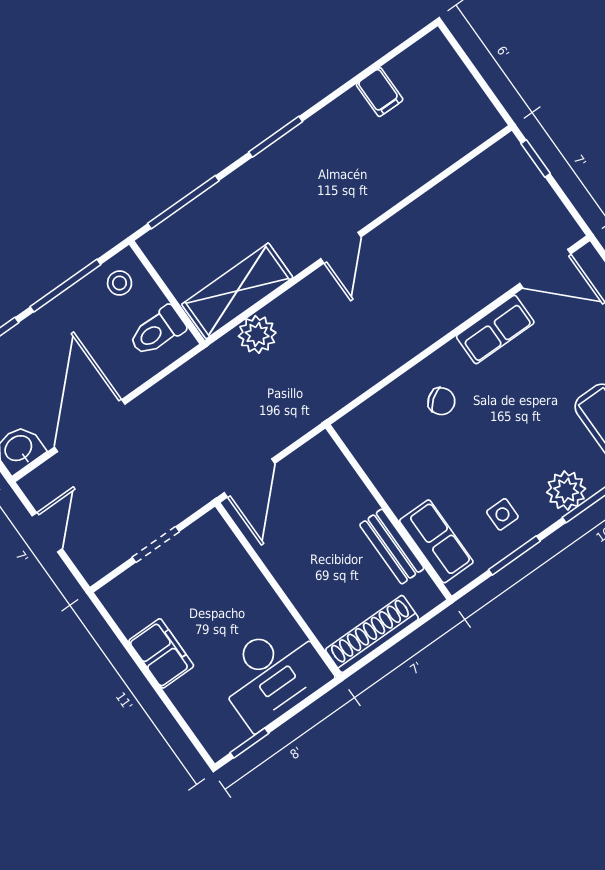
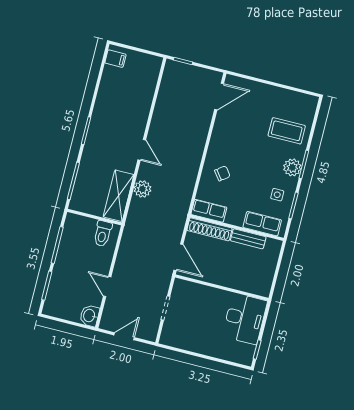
filing cabinet: (380, 92) -> (115, 59), moved
stool: (120, 283) -> (75, 228), removed
row of seats: (495, 329) -> (209, 211), moved, turned -90
plant: (257, 334) -> (142, 189), moved
door: (90, 426) -> (107, 286), width x0.53
door: (47, 532) -> (124, 336), hinge flipped
shoe rack: (372, 634) -> (210, 229), moved, turned -90
filing cabinet: (161, 653) -> (200, 344), removed

